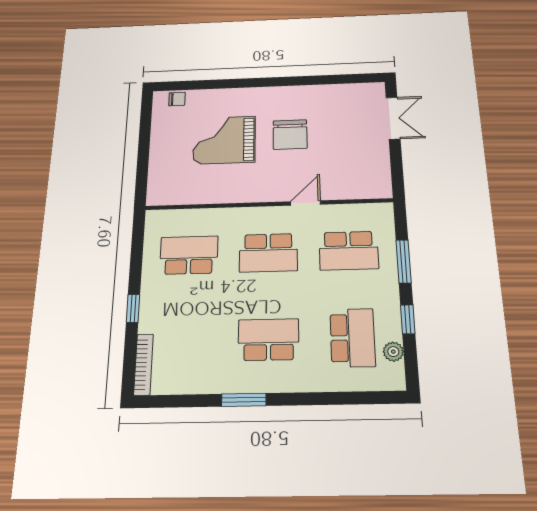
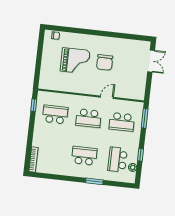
grand piano: (224, 140) -> (75, 61), turned 180
window: (404, 261) -> (145, 118), moved
window: (133, 308) -> (34, 105), moved
school desk: (353, 338) -> (118, 160), turned 180
window: (244, 400) -> (94, 181), moved

